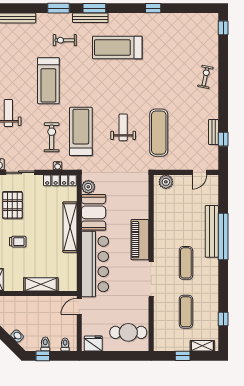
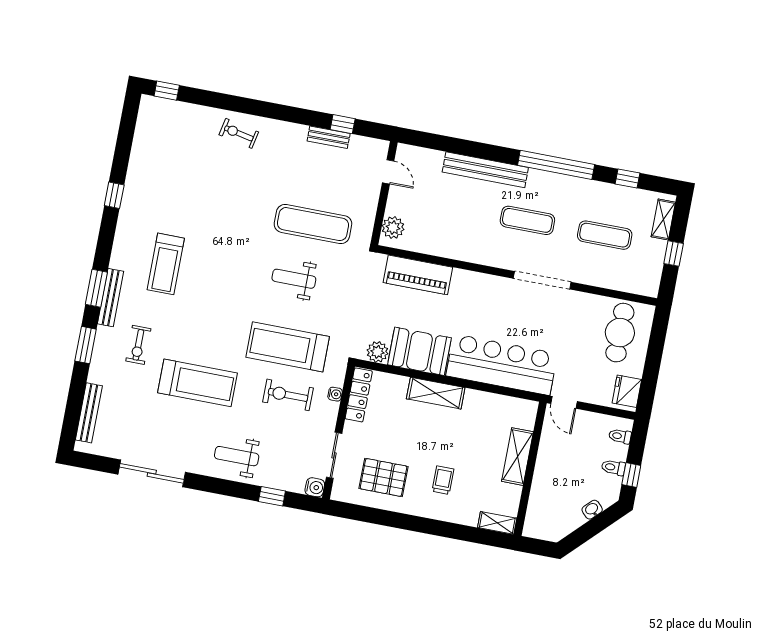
treadmill: (117, 48) -> (166, 264), width x0.73, depth x0.73
shelving: (70, 227) -> (436, 393), width x0.68
window: (223, 237) -> (556, 165), moved
piano: (140, 240) -> (418, 275), moved

